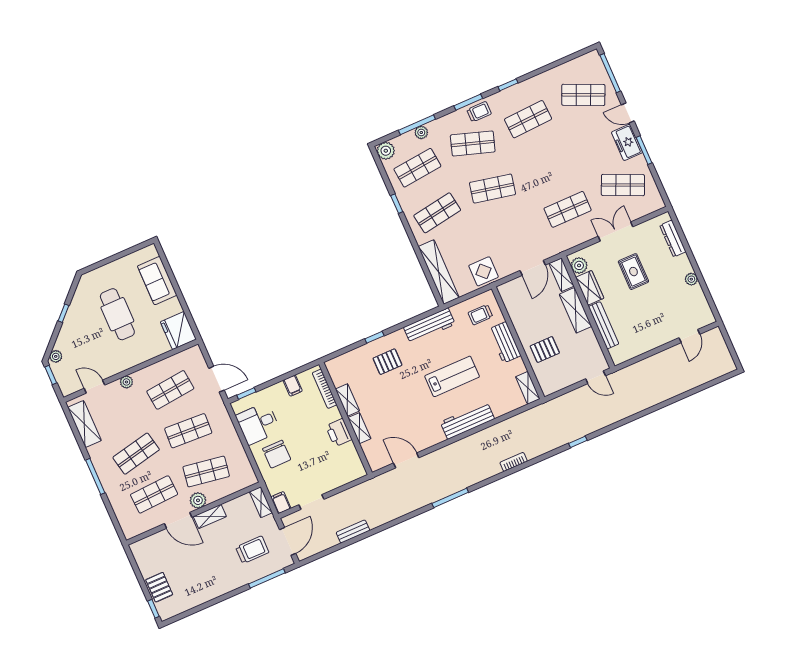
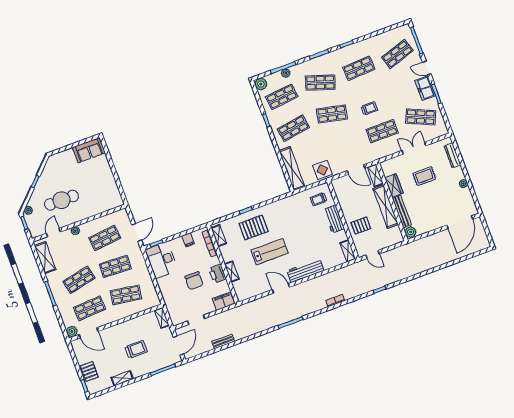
shop shelf: (583, 95) -> (397, 54), turned -42
trolley: (479, 112) -> (369, 108), moved
plant: (579, 265) -> (411, 232), moved
door: (533, 268) -> (356, 170), hinge flipped
rug: (633, 272) -> (424, 176), turned 90
sofa: (157, 281) -> (89, 150), moved, turned -90
shelving: (575, 310) -> (386, 207), width x1.47
cafe table: (117, 314) -> (61, 200), moved, turned 90
workbench: (429, 326) -> (283, 205), removed
fridge: (178, 331) -> (113, 198), removed
door: (689, 336) -> (460, 222), width x1.87
pallet: (387, 362) -> (254, 227), width x1.50, depth x1.42
lab bench: (452, 376) -> (270, 252), moved
door: (596, 377) -> (373, 254), moved
door: (216, 379) -> (137, 232), hinge flipped
door: (94, 387) -> (53, 233), hinge flipped
shelving: (347, 400) -> (219, 236), moved
desk: (258, 423) -> (162, 260), width x1.37
chair: (277, 454) -> (194, 281), moved
door: (406, 460) -> (281, 288), moved
plant: (198, 500) -> (72, 332), moved
filing cabinet: (281, 503) -> (223, 301), moved, width x2.00
shelving: (210, 516) -> (122, 378), moved
door: (178, 520) -> (89, 333), moved
trolley: (252, 550) -> (136, 349), moved

